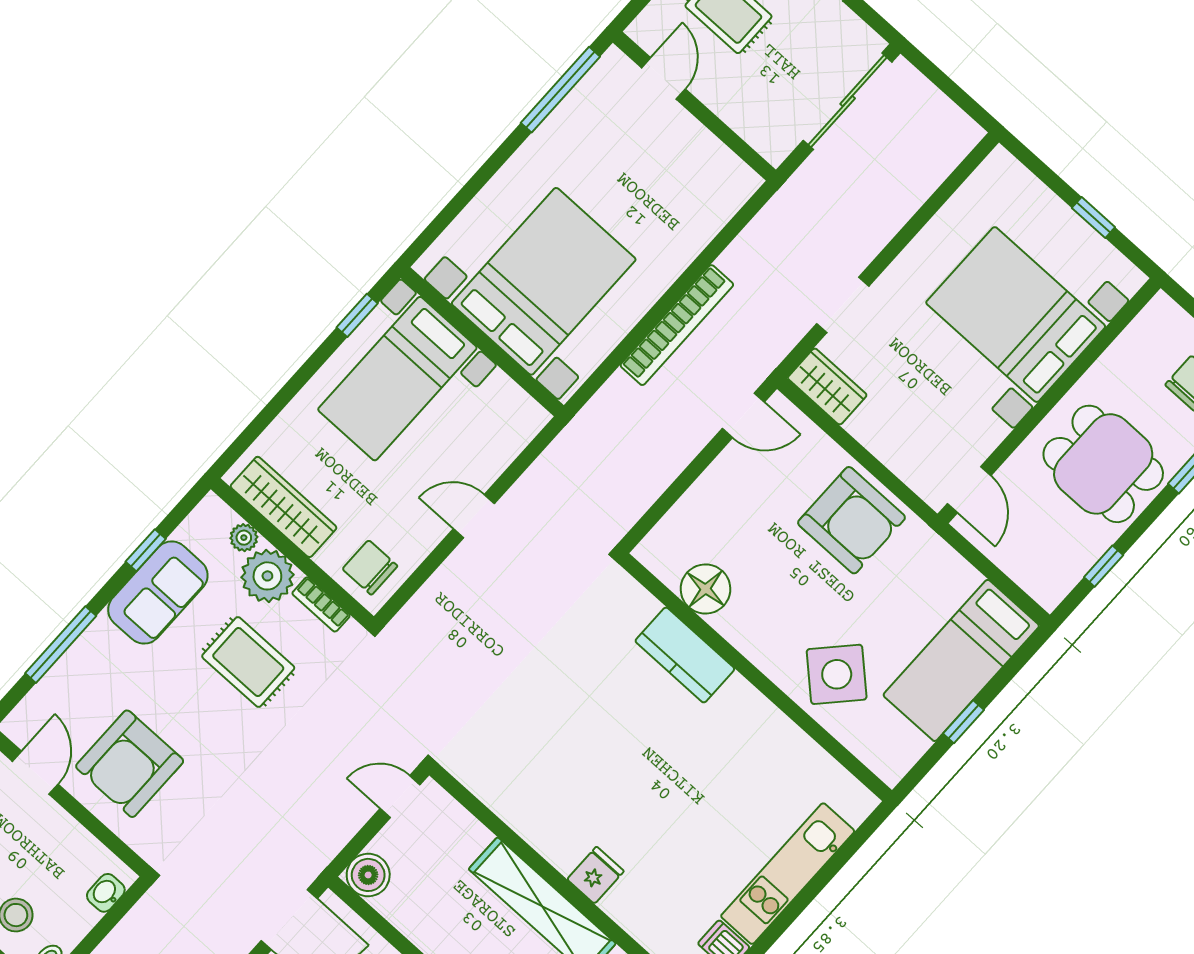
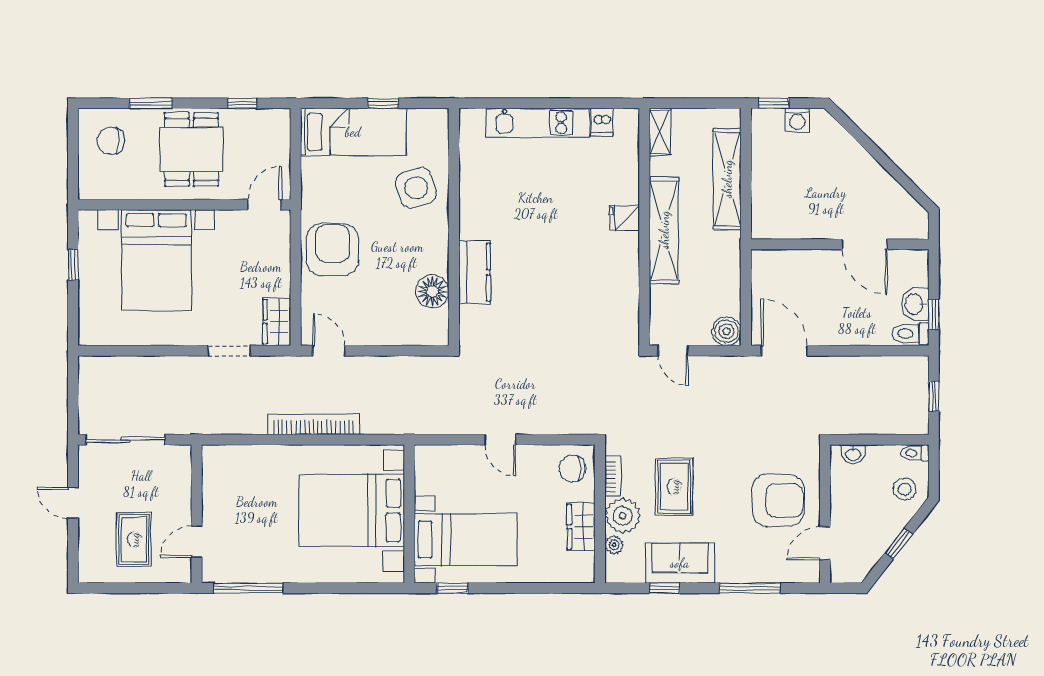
wardrobe: (284, 507) -> (581, 527), width x0.67
chair: (370, 567) -> (572, 469), turned 90
side table: (837, 674) -> (416, 188), turned 30

